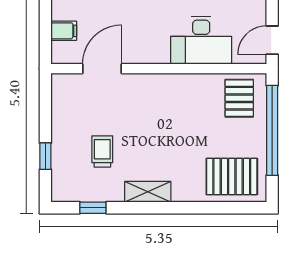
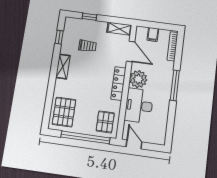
plant: (152, 48) -> (138, 79), added
locker: (166, 83) -> (118, 84), added
shelving: (61, 96) -> (119, 29), added
pallet: (239, 98) -> (105, 122), turned 90

